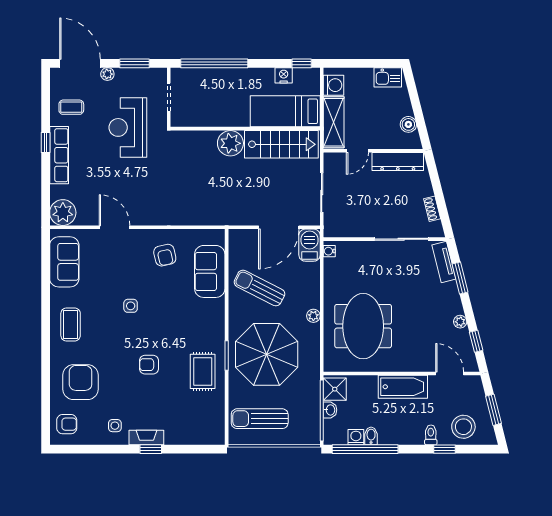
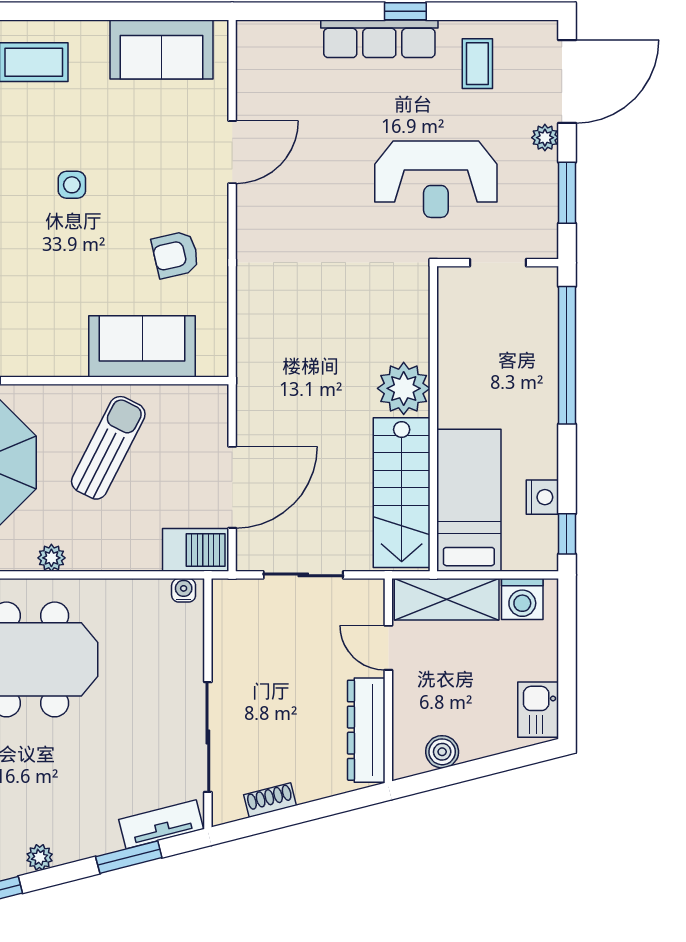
reception desk: (128, 127) -> (436, 179), turned 180
plant: (63, 213) -> (262, 46), removed
door: (279, 227) -> (232, 487), swing flipped

